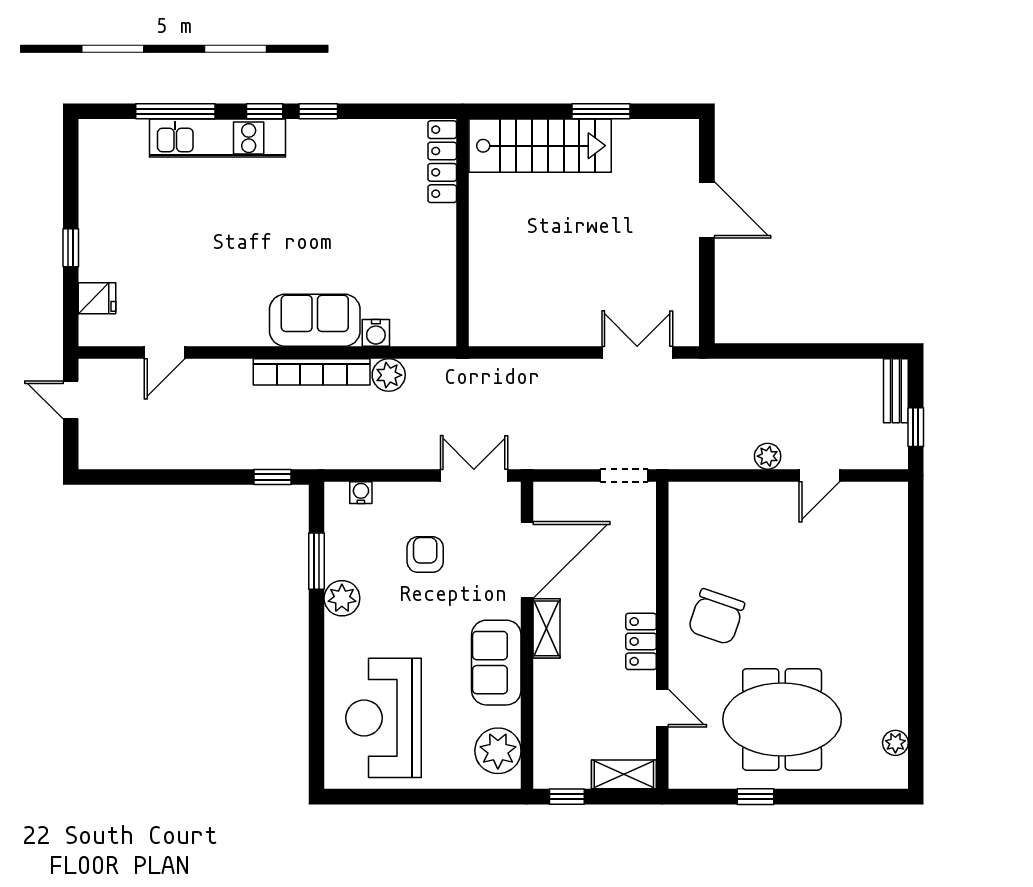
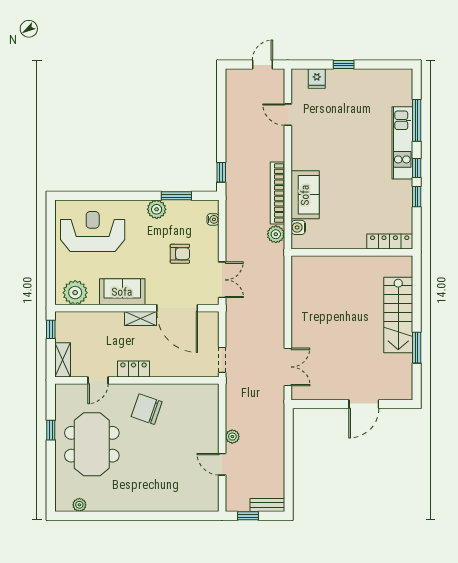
locker: (442, 162) -> (390, 241), moved
wall: (463, 233) -> (352, 252), moved

